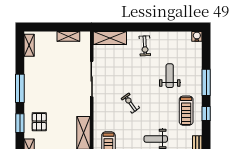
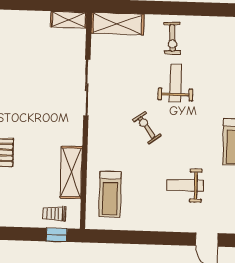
shelving: (68, 36) -> (69, 20), moved
weight bench: (170, 76) -> (176, 83), moved

